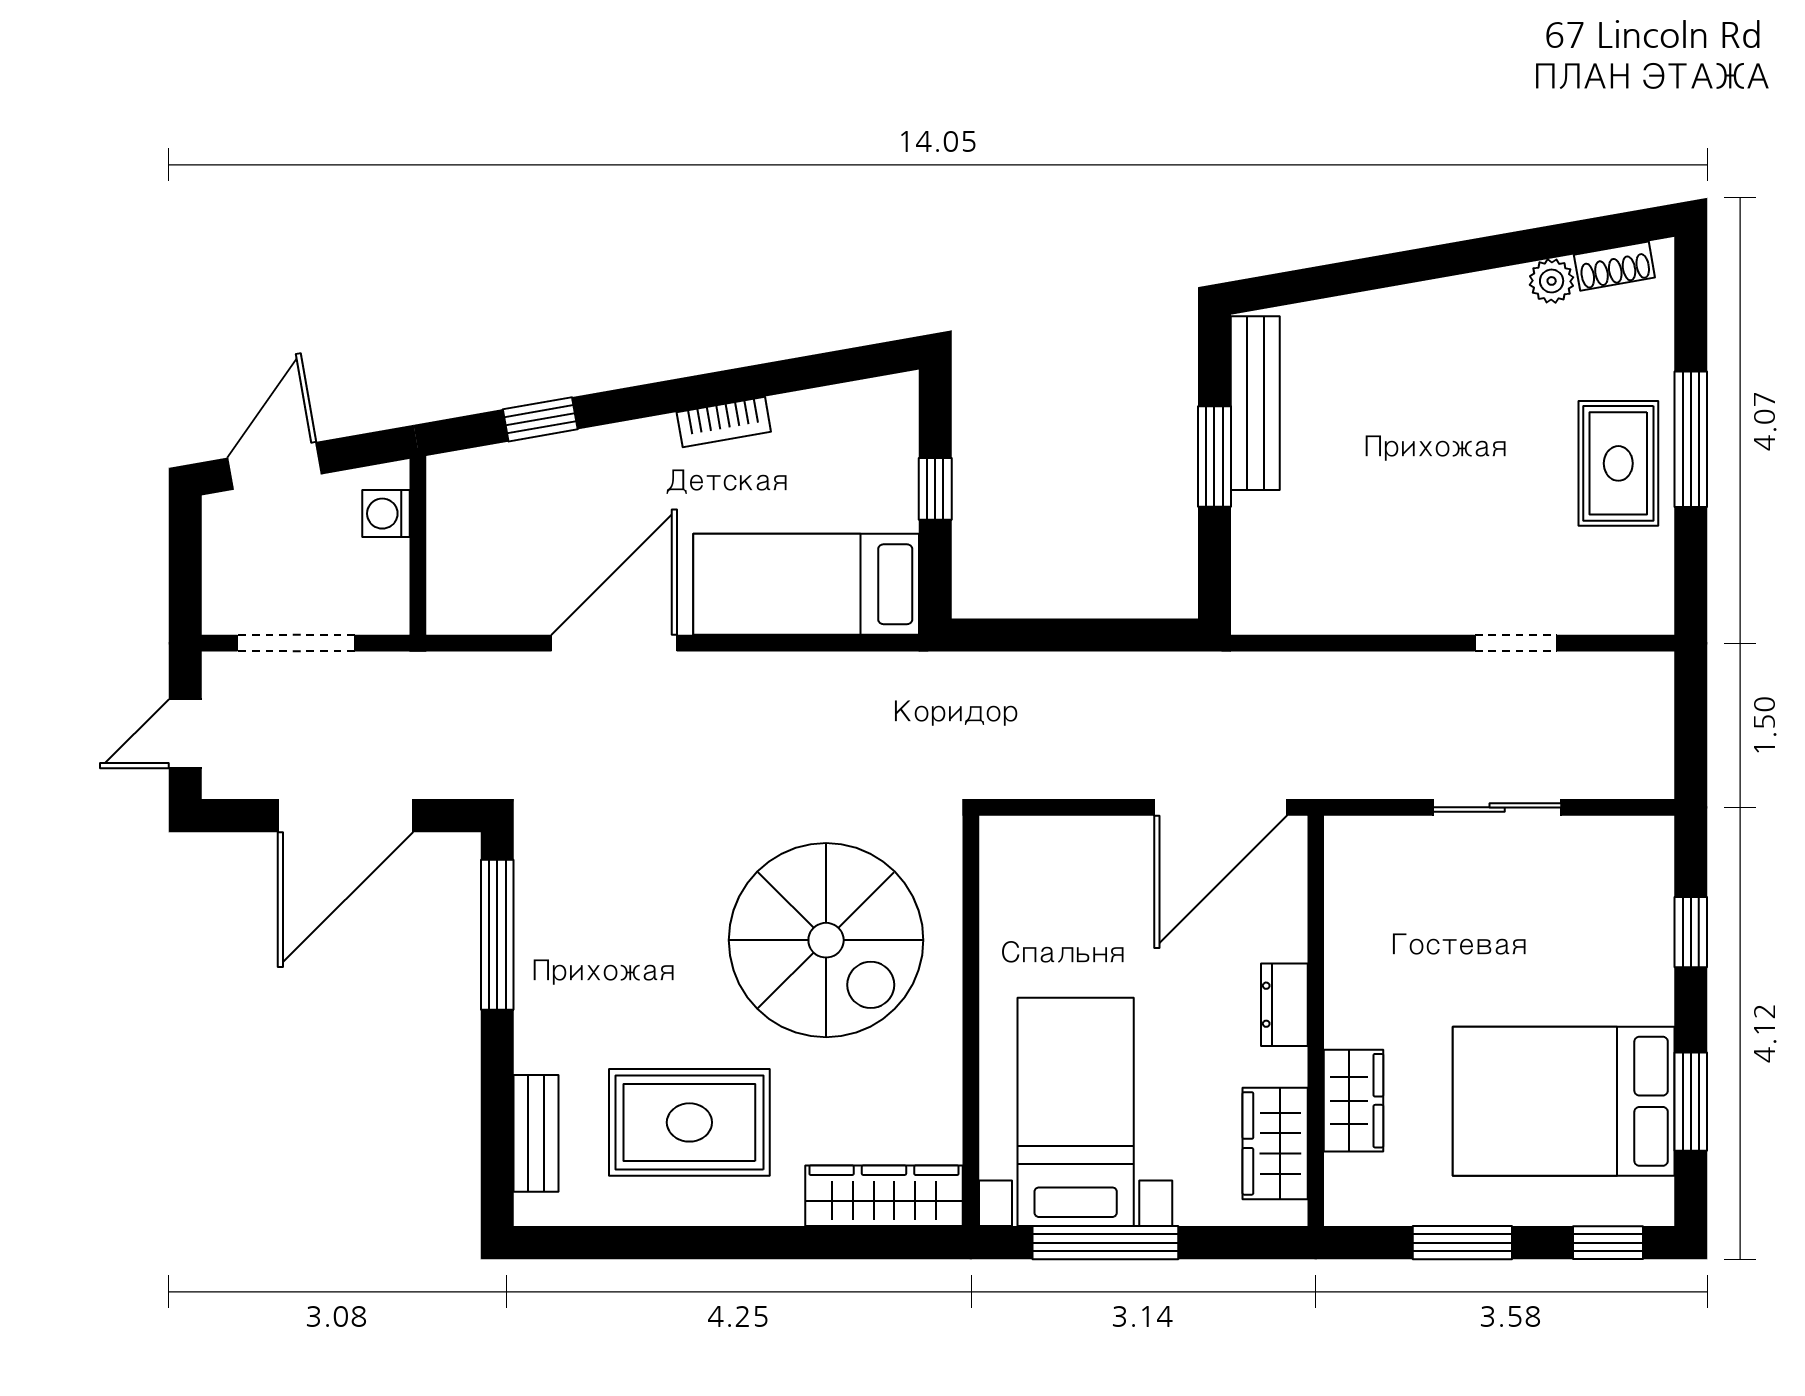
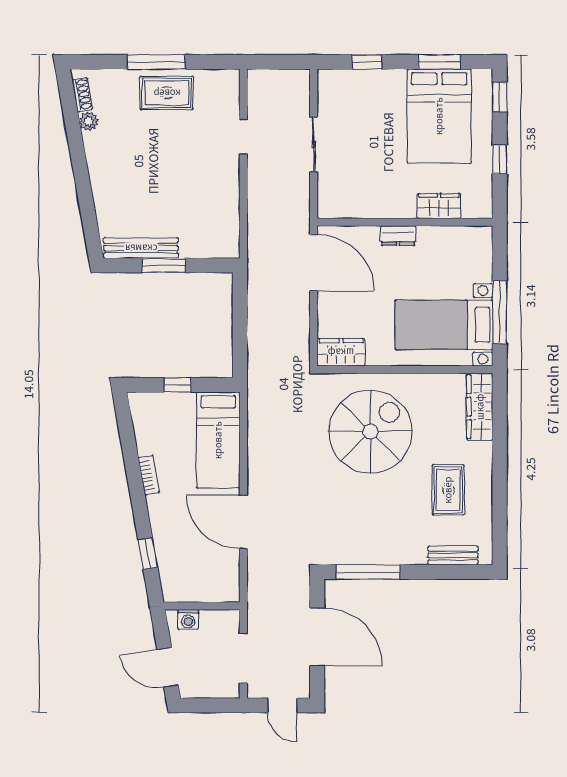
rug: (689, 1122) -> (448, 490), width x0.73, depth x0.70
wardrobe: (1275, 1143) -> (341, 352), moved, turned 180
window: (1462, 1243) -> (500, 159), width x0.67

